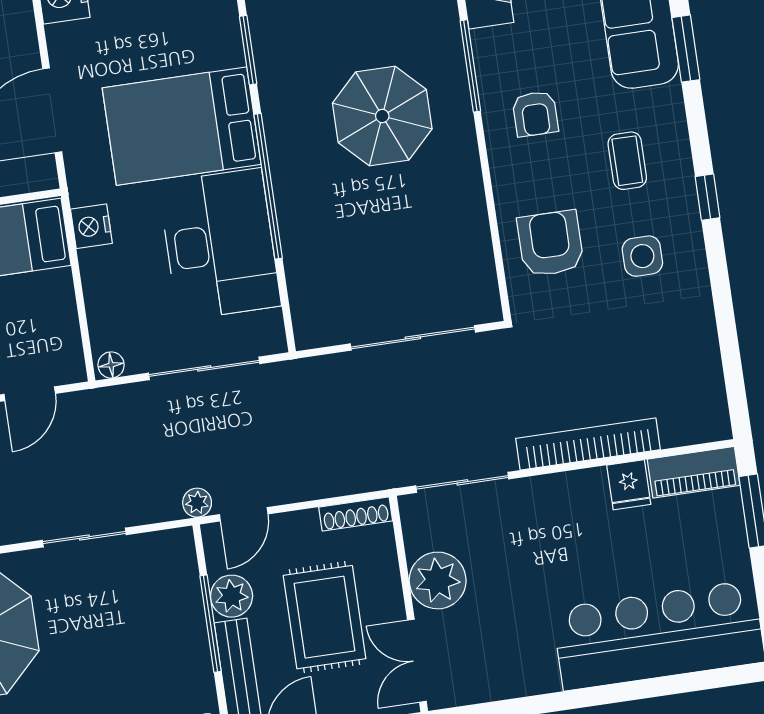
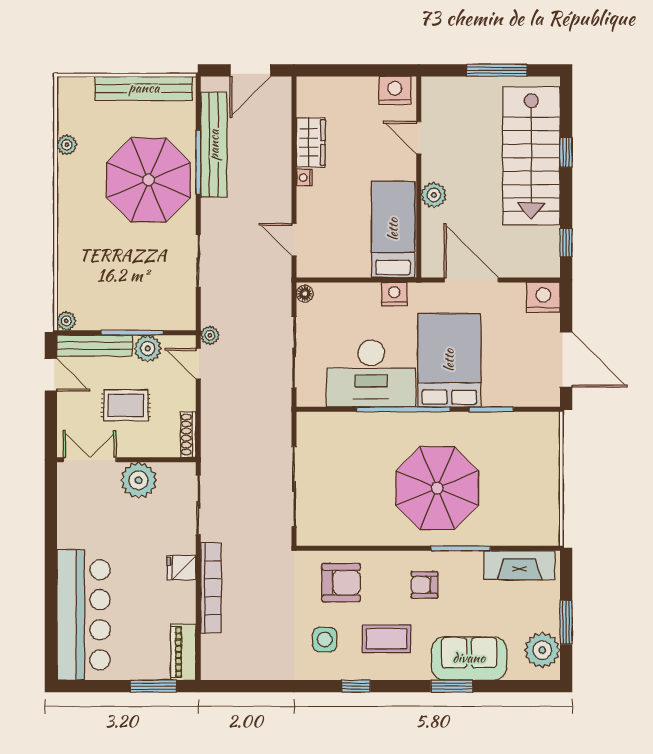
parasol: (382, 116) -> (437, 488), width x1.36, depth x1.36
coffee table: (627, 161) -> (386, 639), width x1.36, depth x1.30
fridge: (629, 485) -> (181, 568), moved
rug: (325, 617) -> (126, 405), width x0.73, depth x0.70

